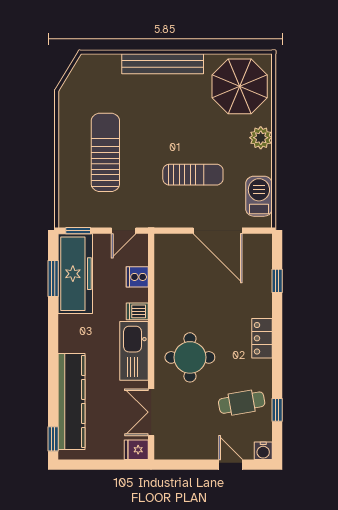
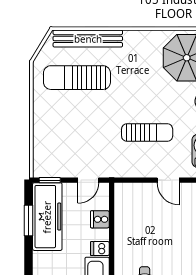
bench: (163, 64) -> (88, 39), moved
sun lounger: (105, 152) -> (77, 78), moved, turned -90
door: (218, 231) -> (168, 180), width x0.53

